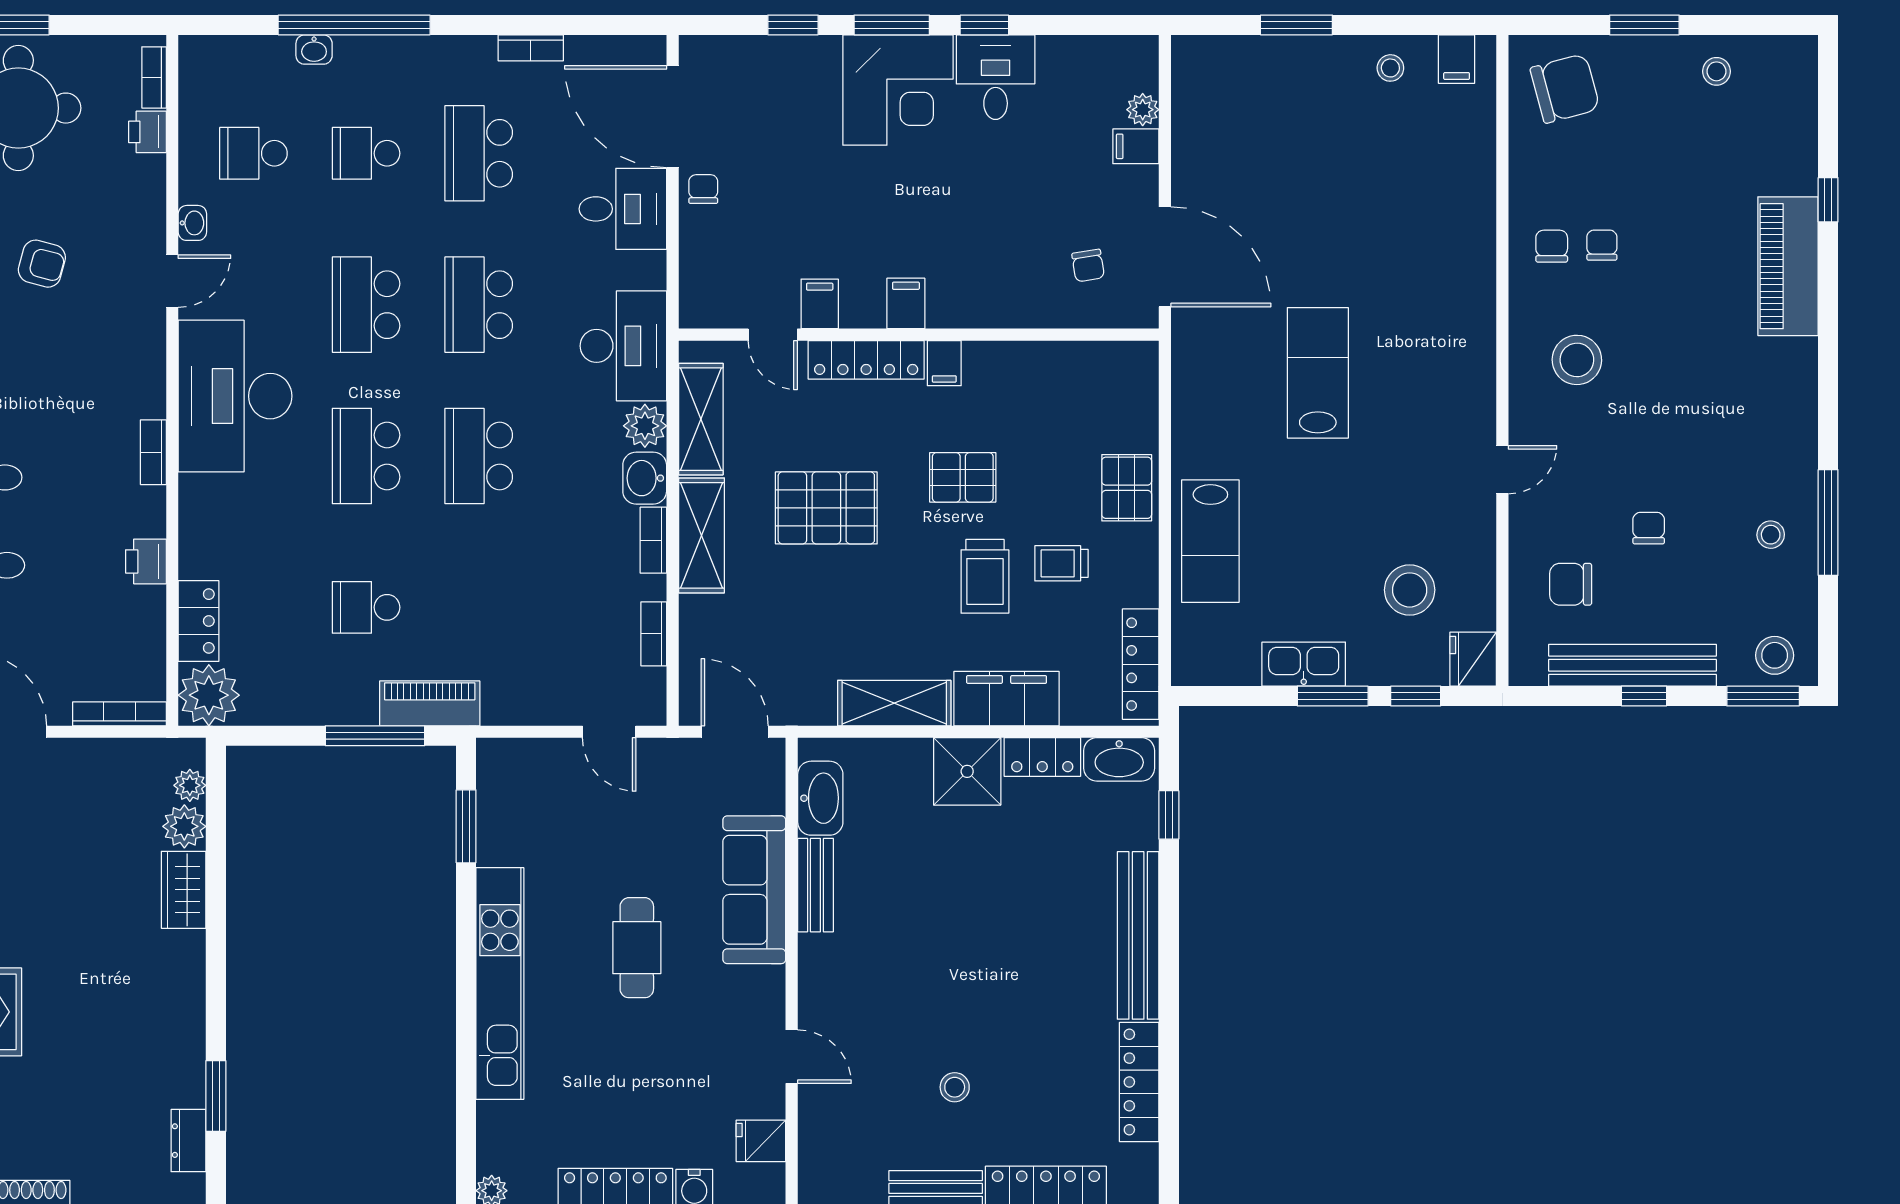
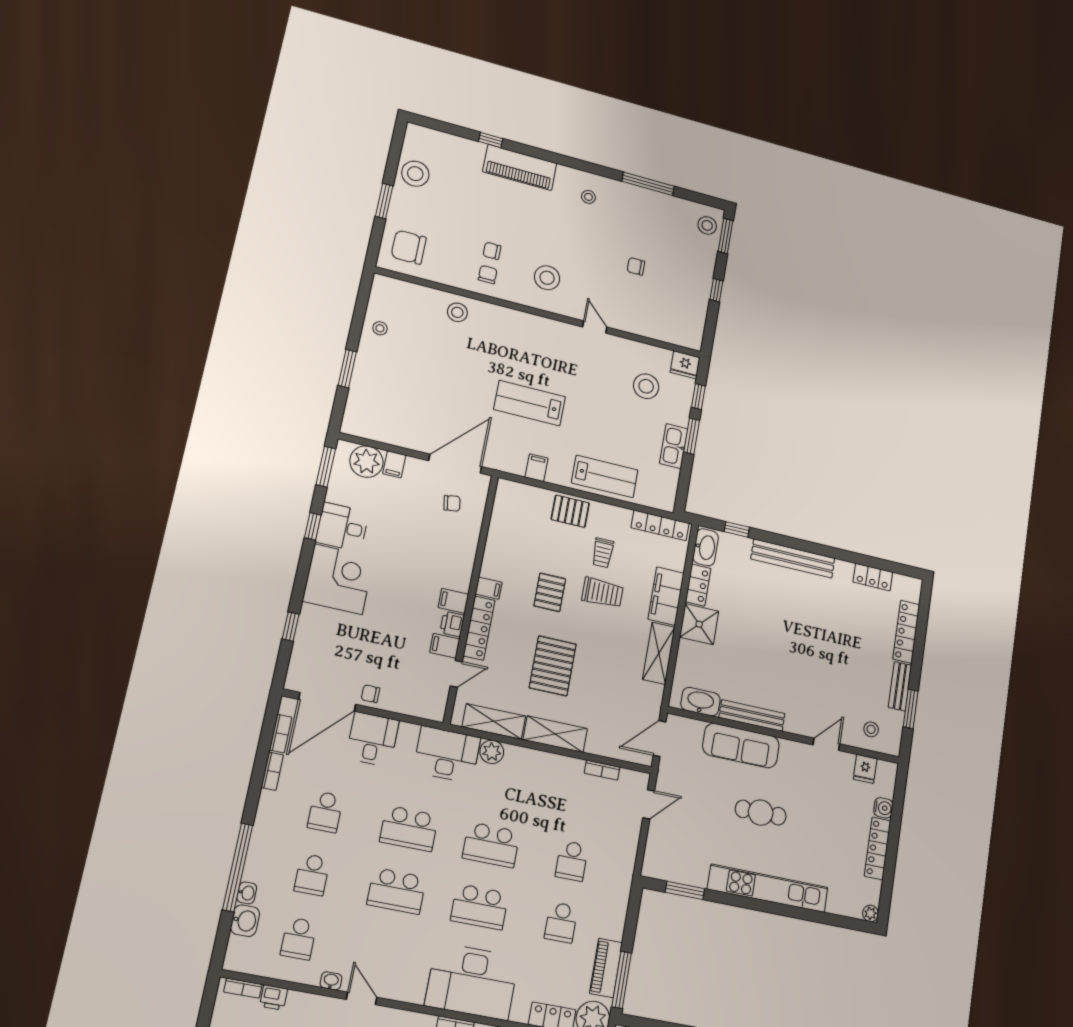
window: (892, 25) -> (326, 467), moved
filing cabinet: (1457, 59) -> (536, 468), moved, turned -90
stool: (1716, 71) -> (415, 174), width x1.89, depth x1.89
chair: (1565, 88) -> (409, 247), turned -75
plant: (1143, 110) -> (366, 462), width x1.87, depth x1.87
school desk: (479, 153) -> (325, 812), width x0.54
stool: (1461, 204) -> (457, 312), added
chair: (1552, 246) -> (488, 275), turned 90
printer: (863, 309) -> (452, 624), added
desk: (235, 396) -> (472, 981), moved
washbasin: (645, 478) -> (245, 921), moved, turned -90
stool: (1771, 535) -> (588, 197), moved
bookcase: (653, 540) -> (281, 734), moved, turned -90
chair: (1571, 584) -> (657, 310), removed
school desk: (479, 607) -> (572, 861), added
bench: (1632, 665) -> (701, 292), removed
piano: (430, 703) -> (606, 968), moved
window: (375, 736) -> (622, 980), moved
bench: (815, 885) -> (752, 716), width x1.36
locker: (1139, 1082) -> (873, 577), width x0.66
stool: (955, 1087) -> (871, 729), moved

